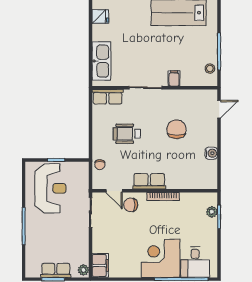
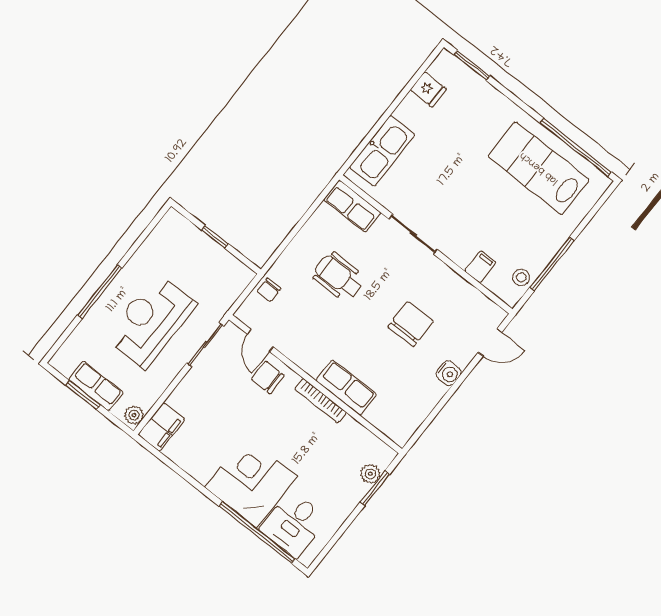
filing cabinet: (174, 78) -> (480, 267), moved
water cooler: (211, 153) -> (449, 373), moved
row of seats: (149, 181) -> (346, 388), moved
reception desk: (50, 188) -> (151, 321), moved, turned 180

